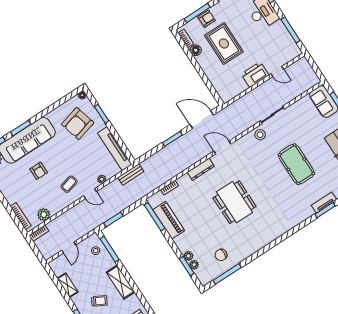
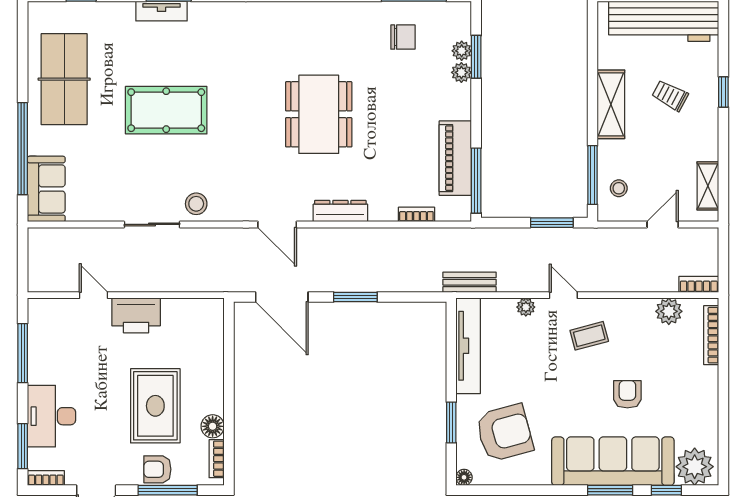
pool table: (296, 164) -> (166, 110), turned 90
shelving: (68, 285) -> (708, 186), moved

